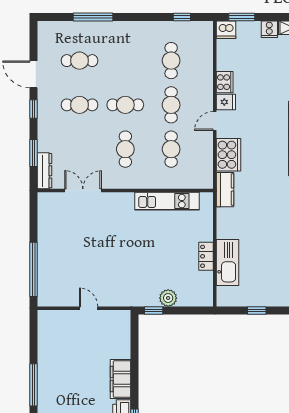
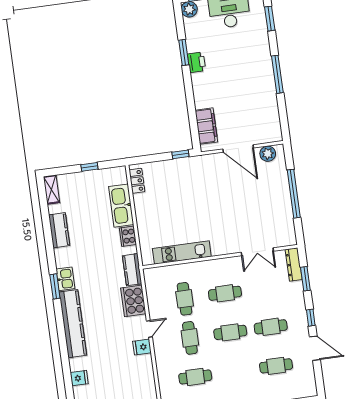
cafe table: (171, 61) -> (195, 377), turned 90
cooker: (225, 82) -> (128, 236), moved
cafe table: (125, 149) -> (225, 293), turned 90
locker: (206, 256) -> (137, 181), moved
window: (34, 269) -> (294, 194), moved
plant: (168, 298) -> (268, 154), moved
door: (89, 308) -> (238, 148), width x1.87
filing cabinet: (121, 379) -> (206, 126), moved

